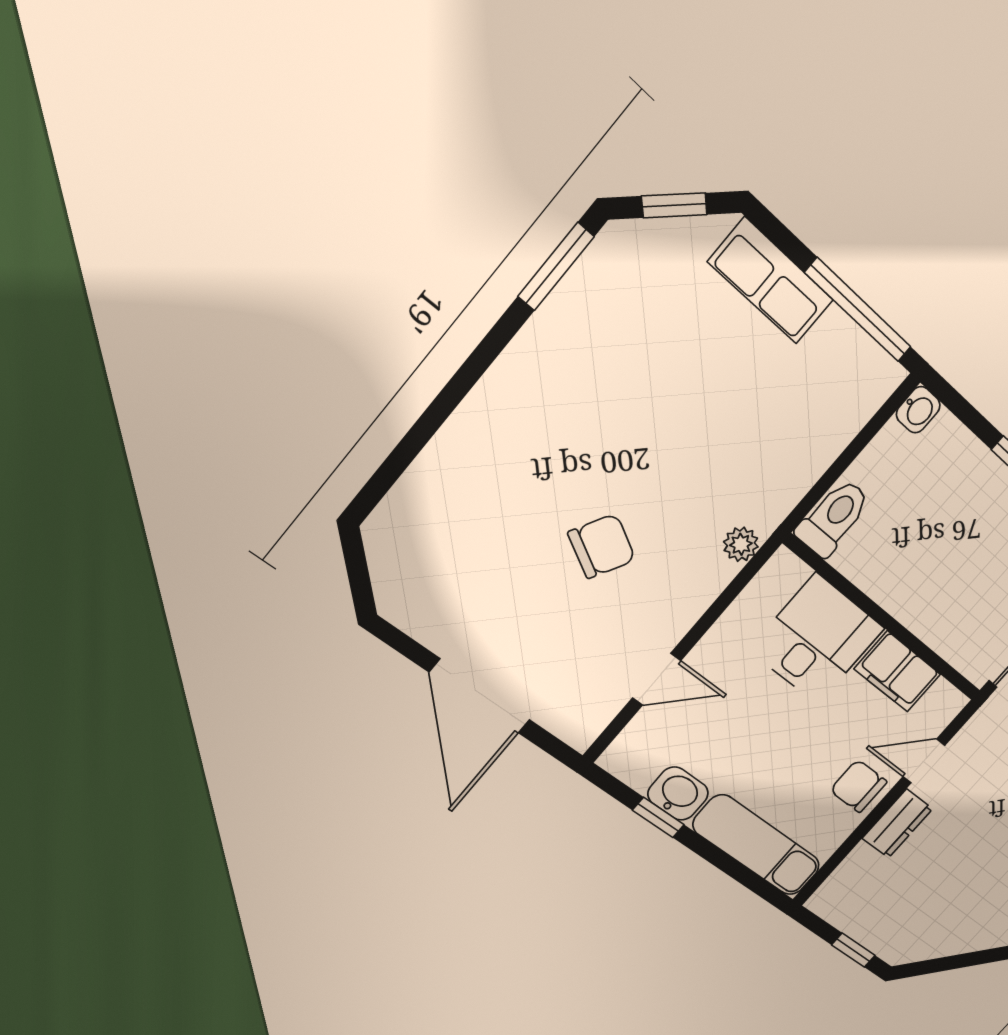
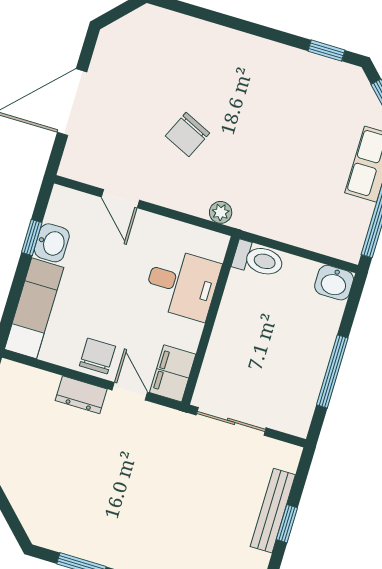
window: (556, 267) -> (326, 51), width x0.67
washbasin: (918, 410) -> (334, 283), width x1.38, depth x1.45
chair: (602, 546) -> (187, 134), turned 86
filing cabinet: (897, 672) -> (173, 373), moved

